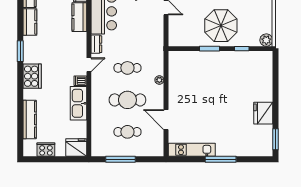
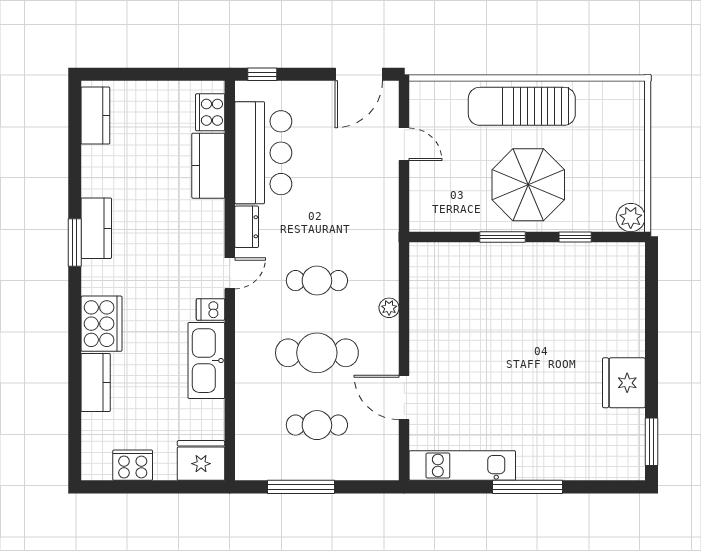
kitchen counter: (30, 22) -> (96, 228), moved
cooker: (32, 76) -> (102, 324), moved
kitchen counter: (30, 119) -> (96, 383), width x0.67

